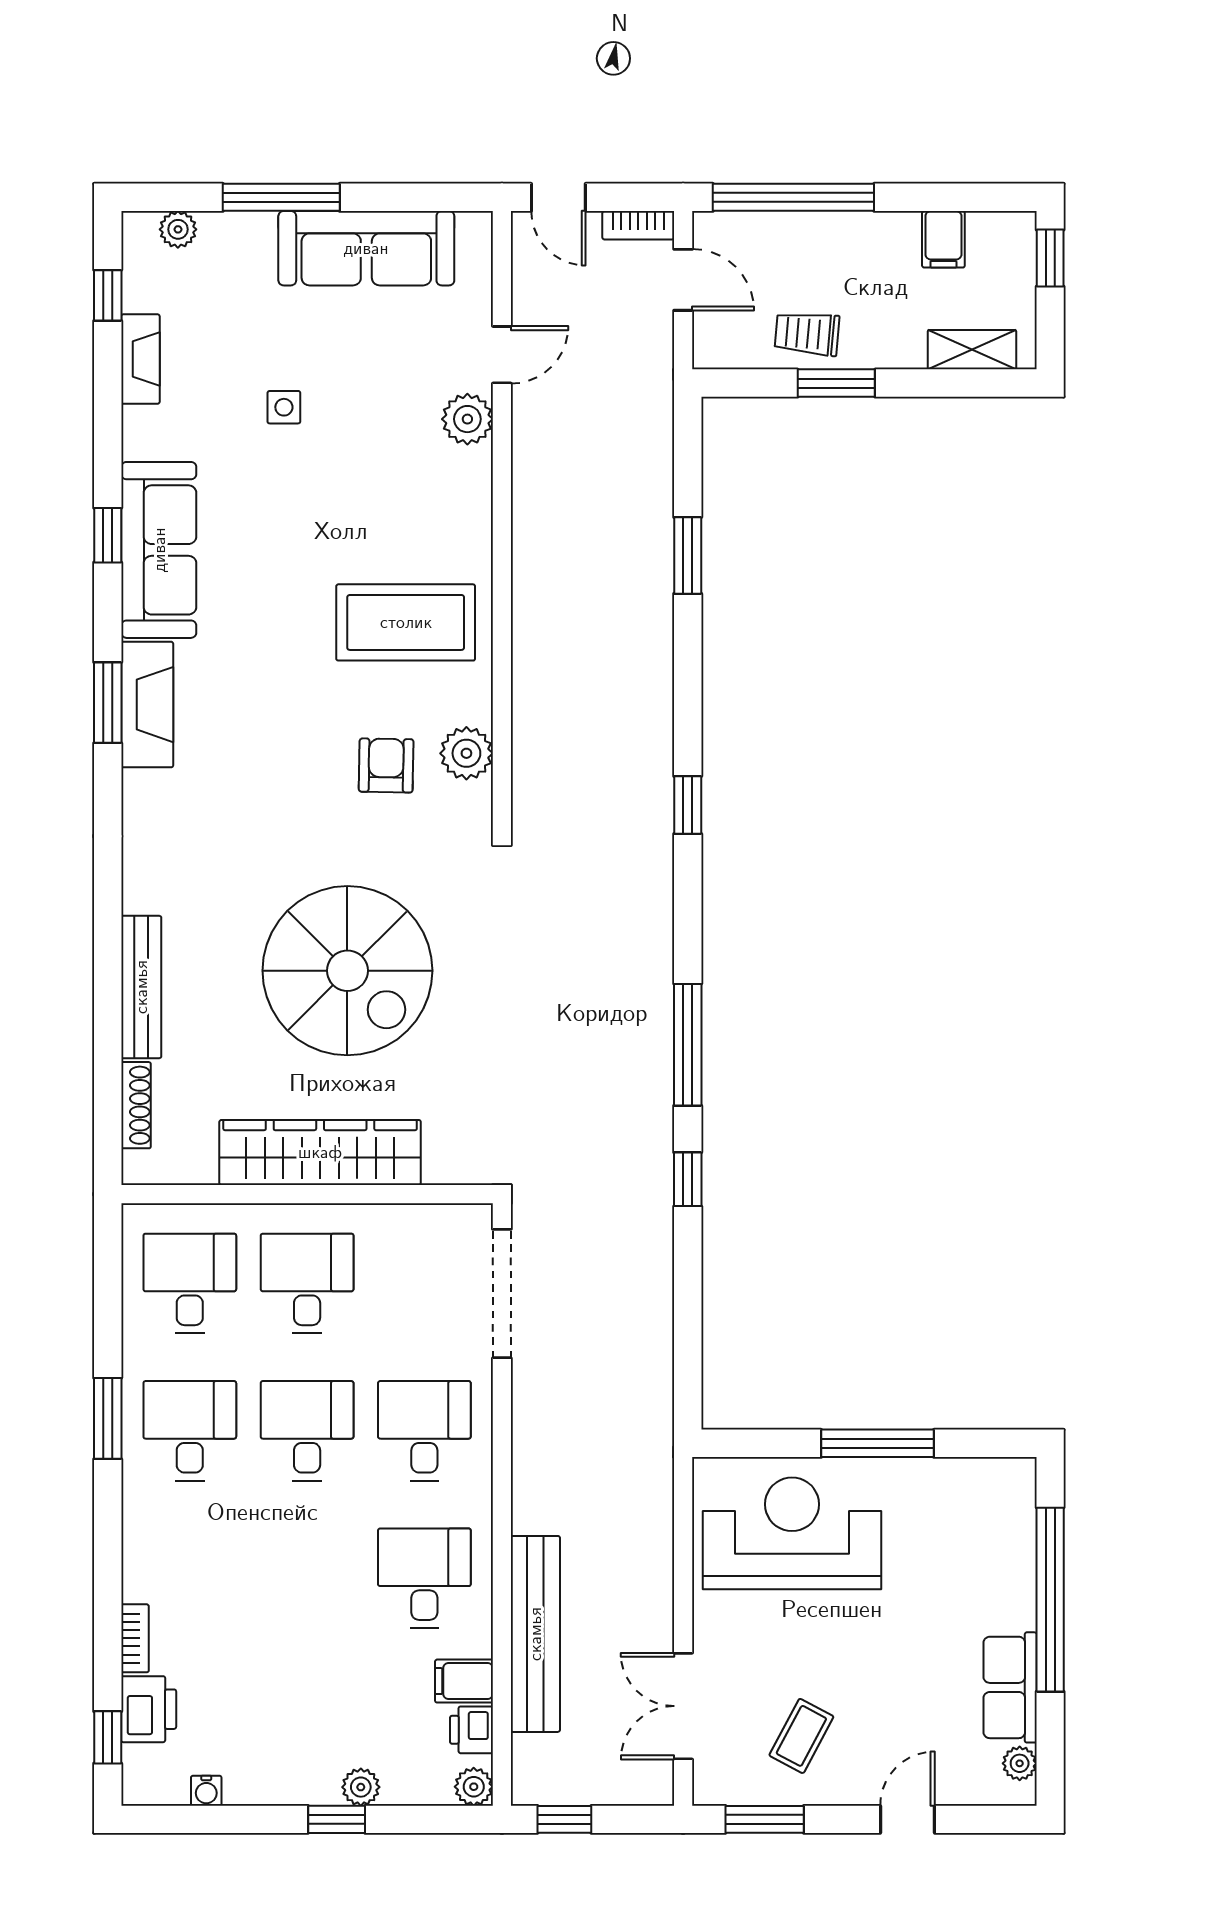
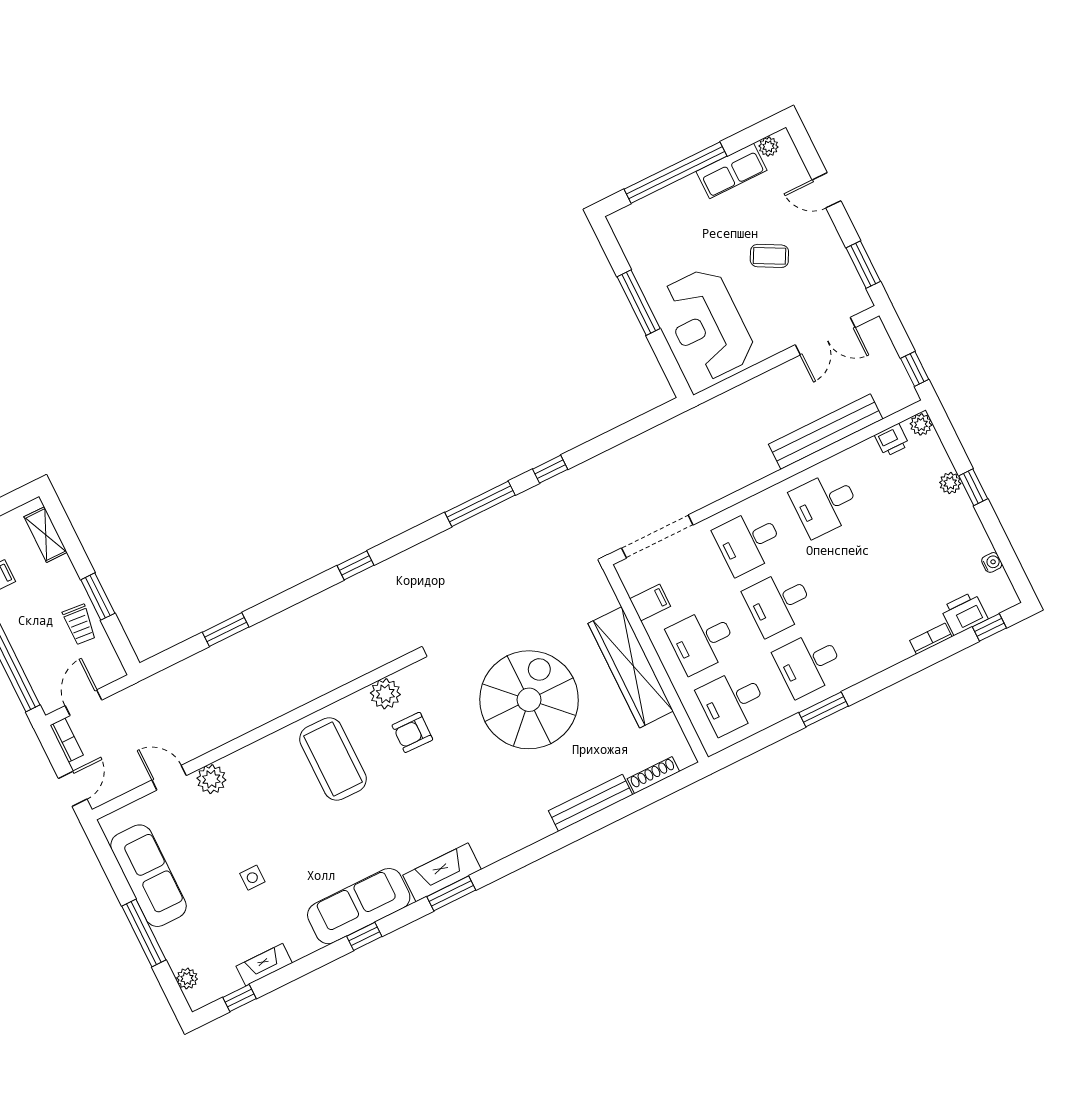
filing cabinet: (464, 1681) -> (650, 603), moved, turned -90
coffee table: (801, 1736) -> (769, 256), moved

